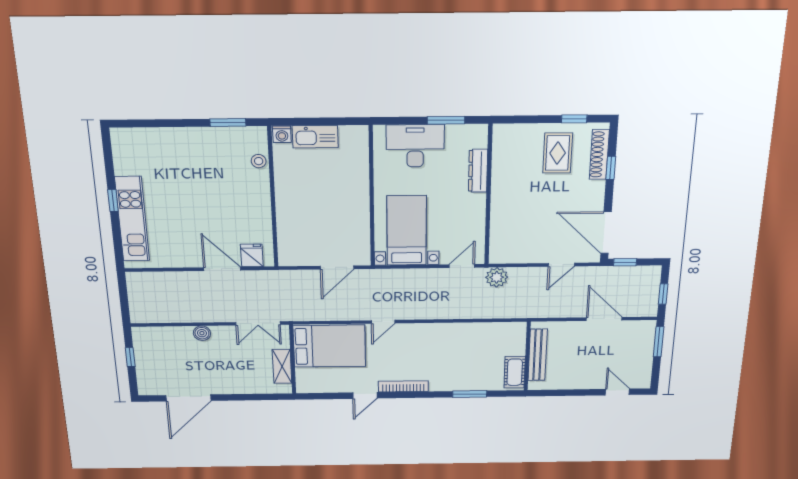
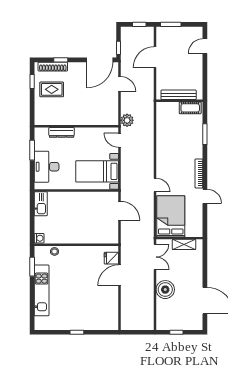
kitchen sink: (315, 137) -> (41, 204), moved
kitchen unit: (132, 219) -> (42, 290), moved, turned 90
boiler: (202, 333) -> (165, 290), width x1.86, depth x1.86

